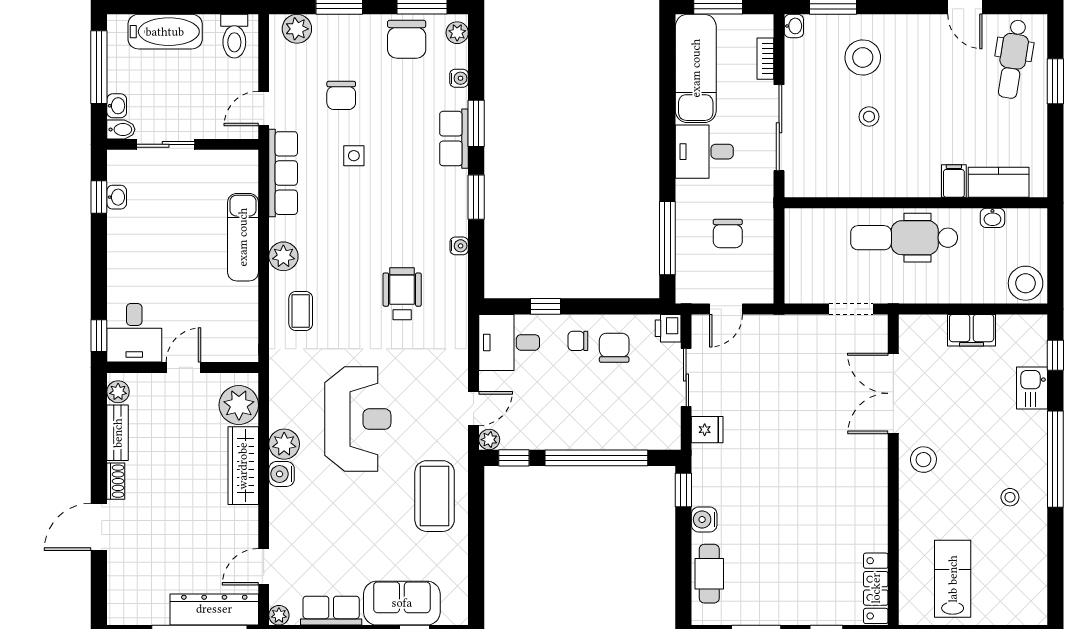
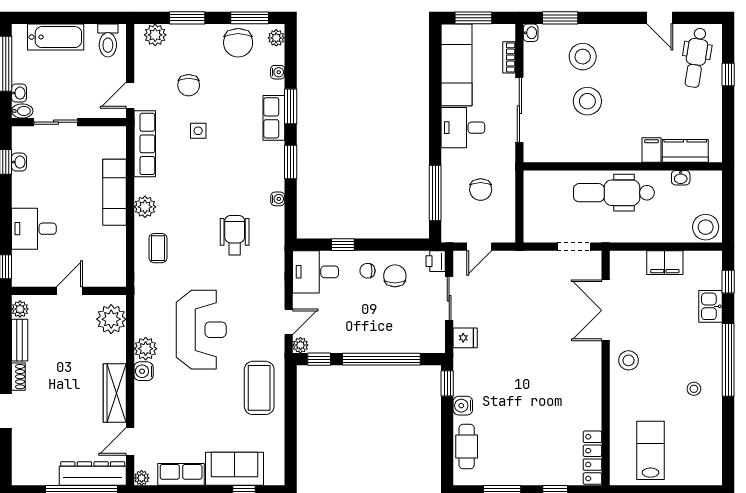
window: (1055, 81) -> (728, 74), width x0.67
stool: (869, 117) -> (587, 101), width x1.89, depth x1.89
desk: (134, 333) -> (34, 229), moved, turned 90
wardrobe: (243, 466) -> (115, 393), moved

